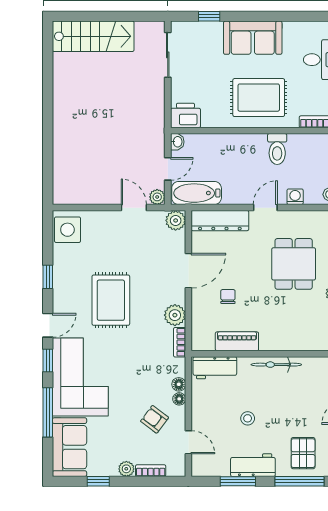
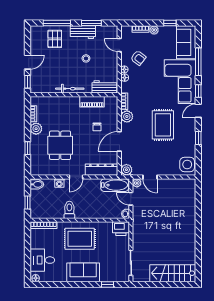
door: (168, 169) -> (131, 199), hinge flipped

